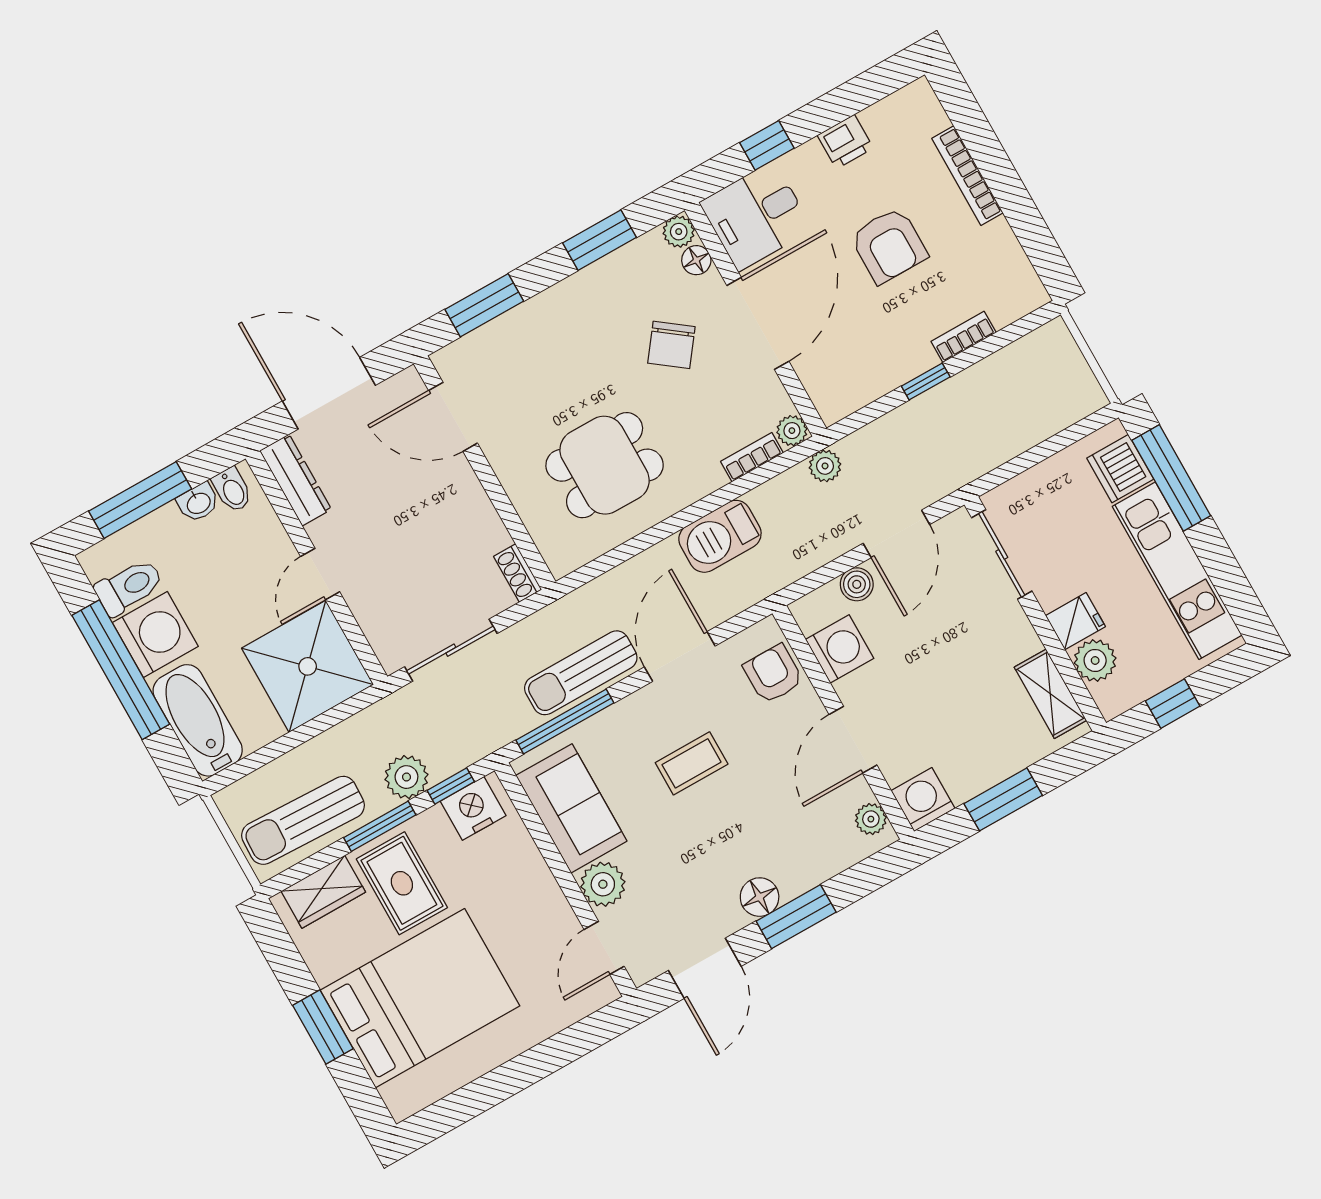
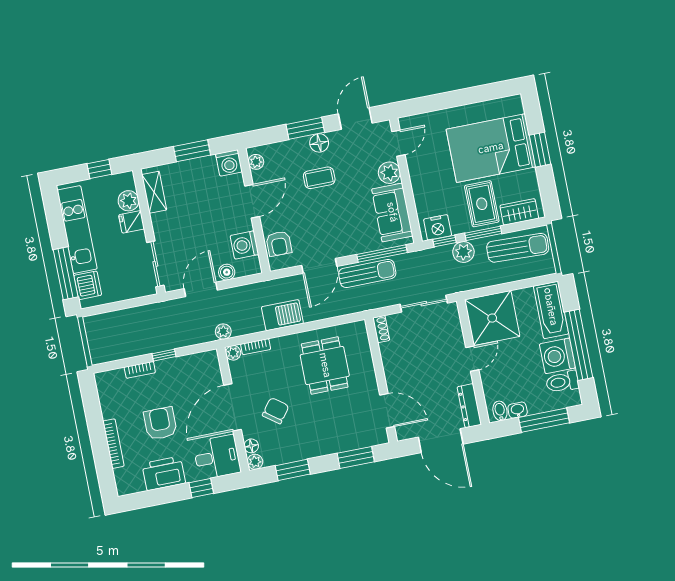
printer: (845, 142) -> (164, 473), width x1.87, depth x1.48
dining table: (605, 465) -> (325, 365), turned 90
coffee table: (692, 763) -> (319, 178), moved

